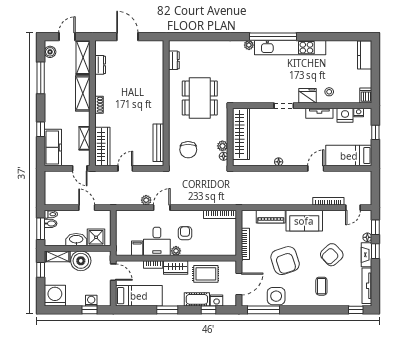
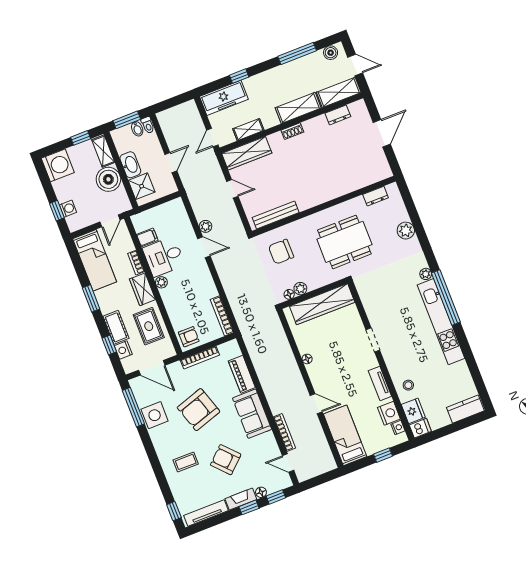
plant: (209, 47) -> (406, 231), added
fridge: (307, 96) -> (413, 411), moved
armchair: (185, 233) -> (189, 337), moved

